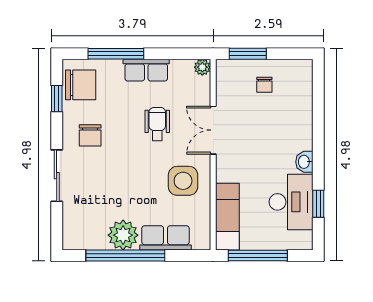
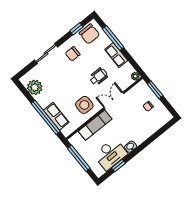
exam couch: (227, 217) -> (95, 125), moved
plant: (123, 235) -> (35, 87), moved
window: (125, 256) -> (46, 117), moved

